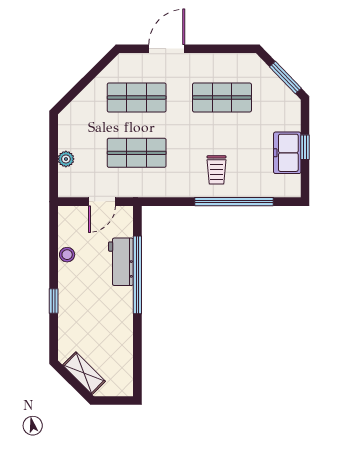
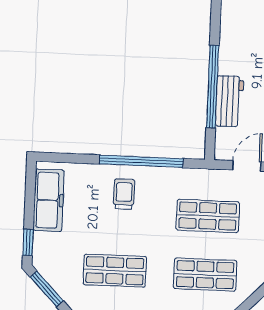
window: (305, 147) -> (28, 242), moved
freezer: (287, 153) -> (49, 200), width x1.40
window: (234, 202) -> (141, 161), moved

